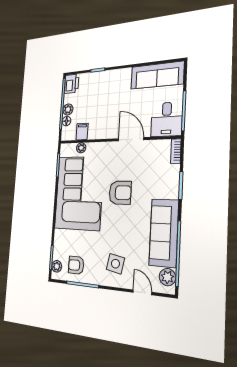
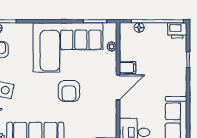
plant: (68, 110) -> (151, 28), removed
filing cabinet: (82, 132) -> (128, 68), moved
door: (131, 139) -> (118, 87), moved

